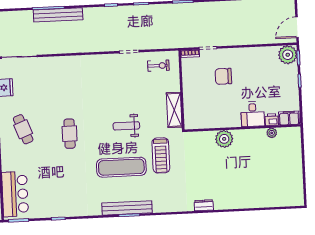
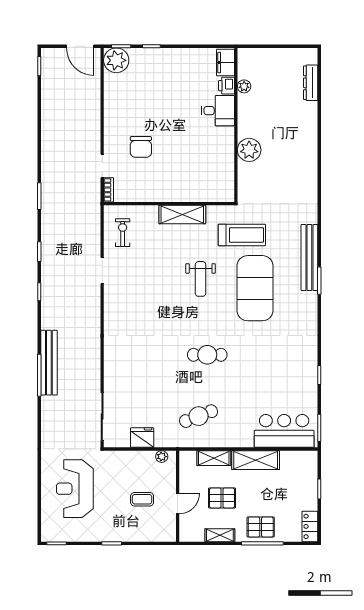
desk: (253, 114) -> (218, 111), moved
filing cabinet: (289, 118) -> (225, 63), moved
printer: (272, 120) -> (226, 86), moved
wall: (242, 128) -> (236, 125), moved
plant: (272, 133) -> (244, 86), moved
plant: (224, 139) -> (249, 150), moved
exercise mat: (121, 167) -> (255, 288), width x1.47
dresser: (204, 205) -> (311, 83), moved, width x1.44
bench: (127, 208) -> (309, 257), moved

